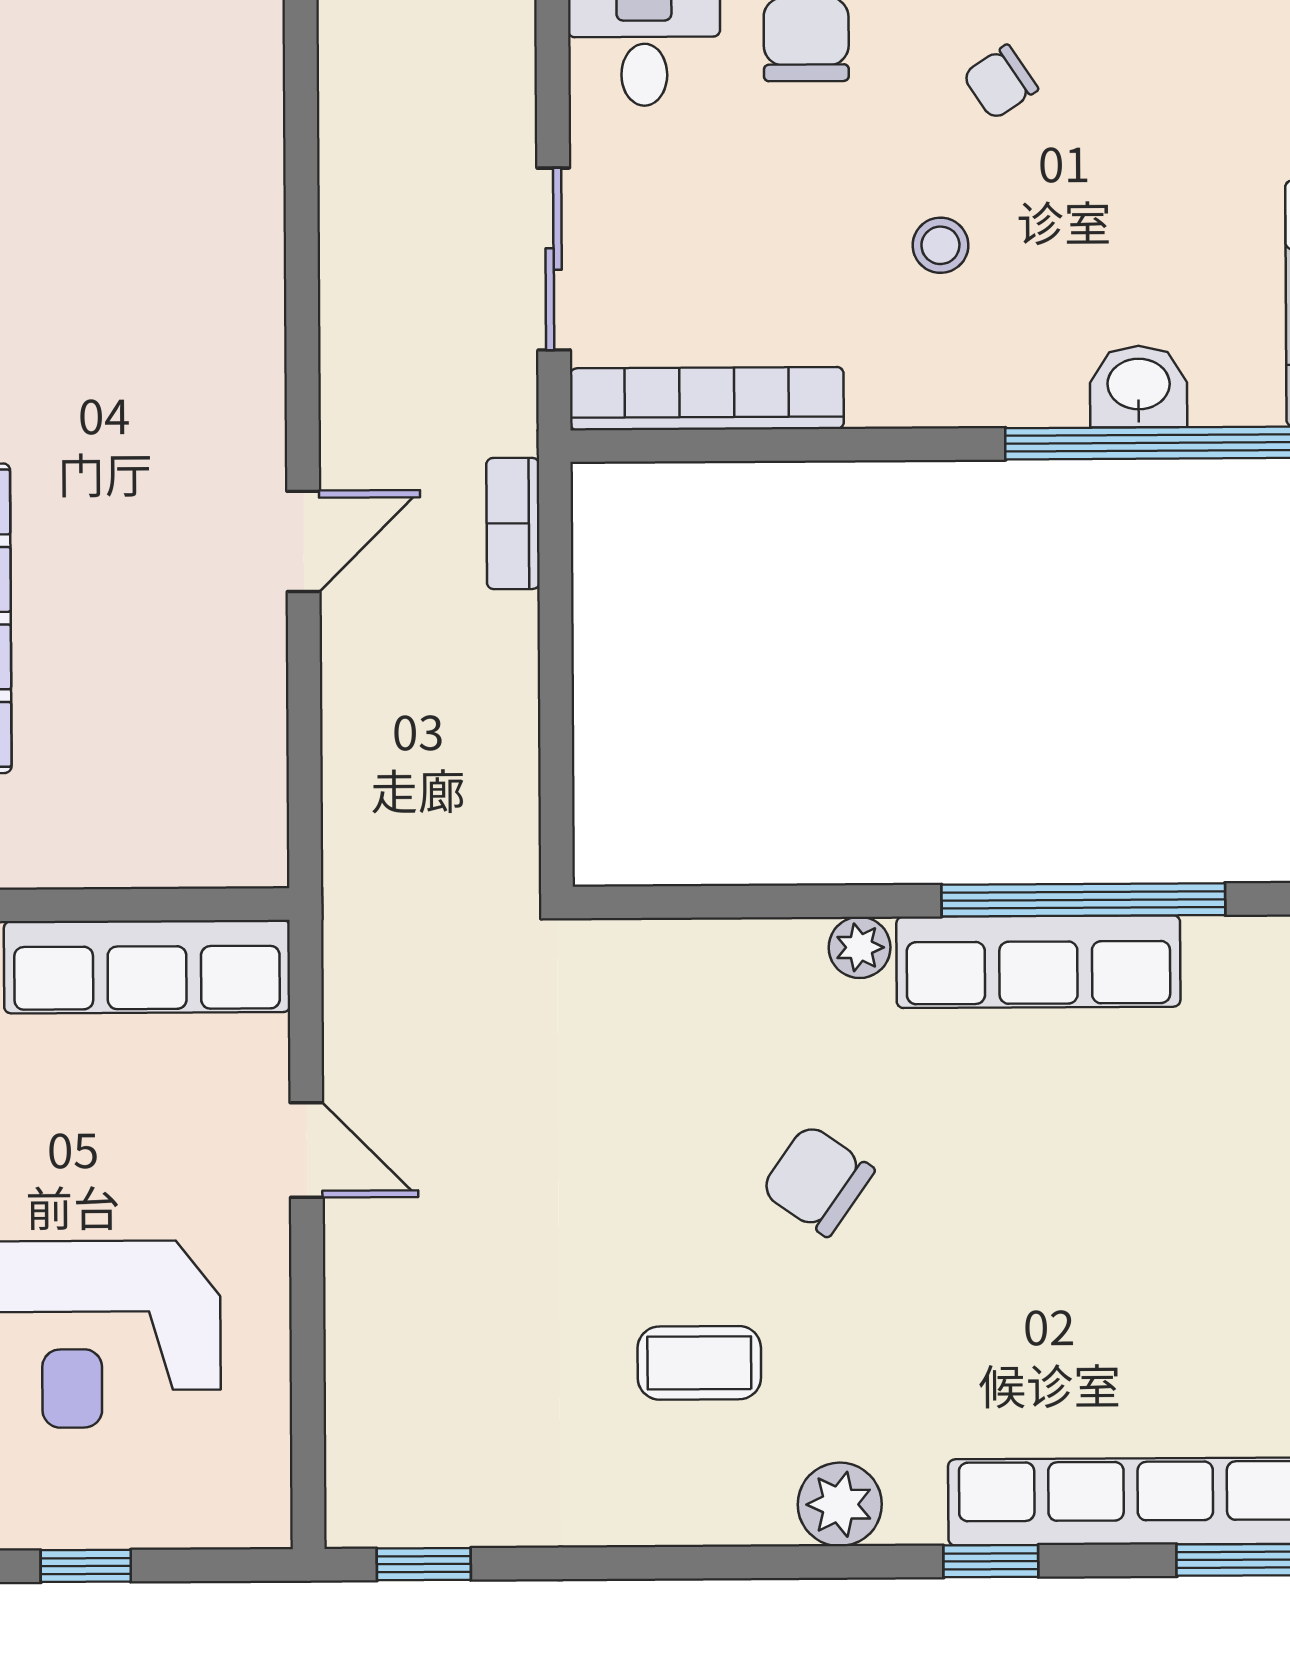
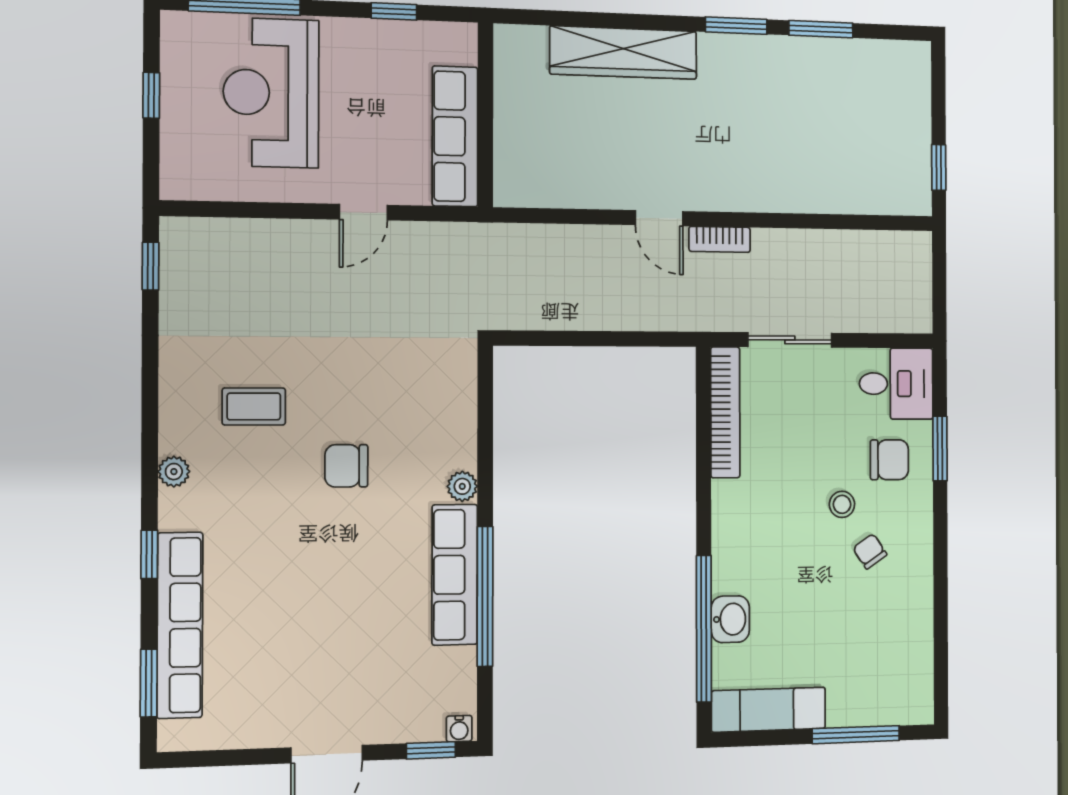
stool: (940, 245) -> (842, 504), moved
bookcase: (513, 523) -> (720, 239), moved, turned 180
chair: (818, 1180) -> (346, 466), turned -125
coffee table: (699, 1363) -> (254, 406), turned 90
plant: (840, 1504) -> (174, 472), width x0.73, depth x0.73

